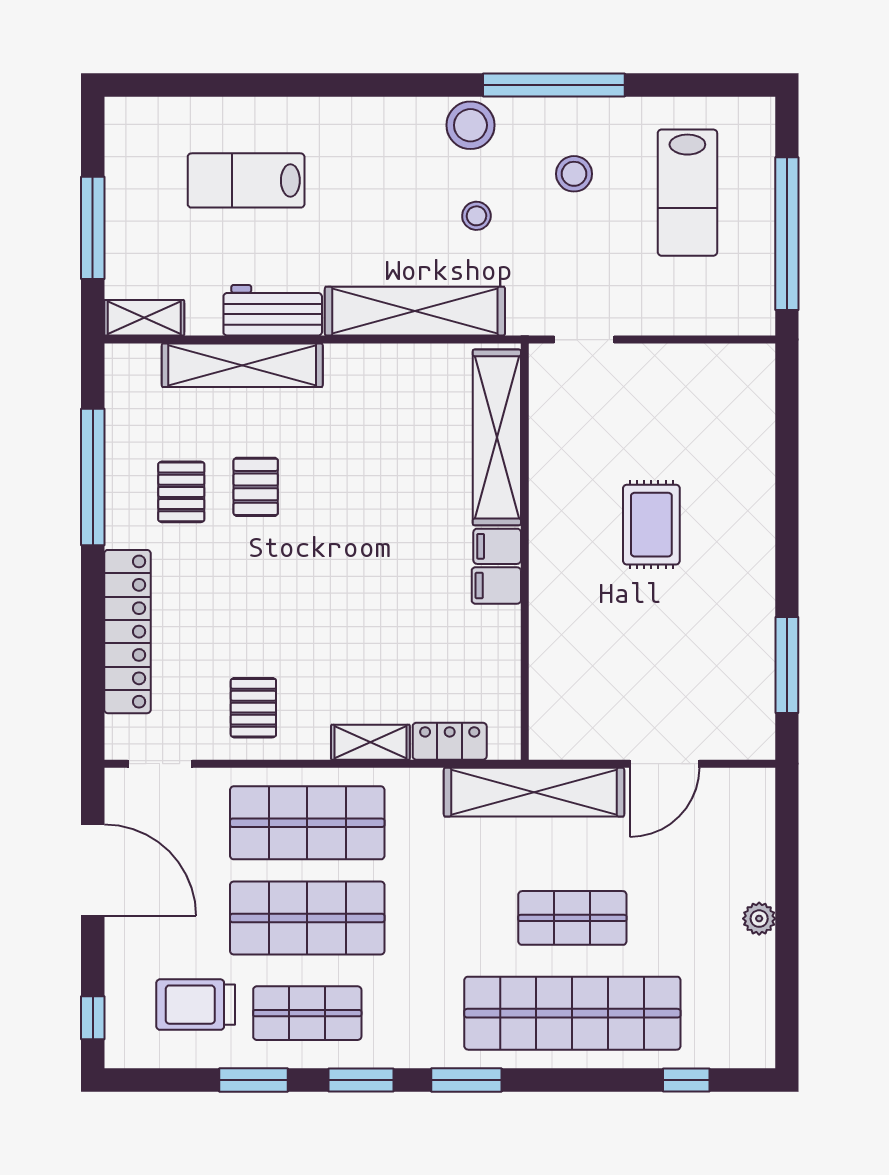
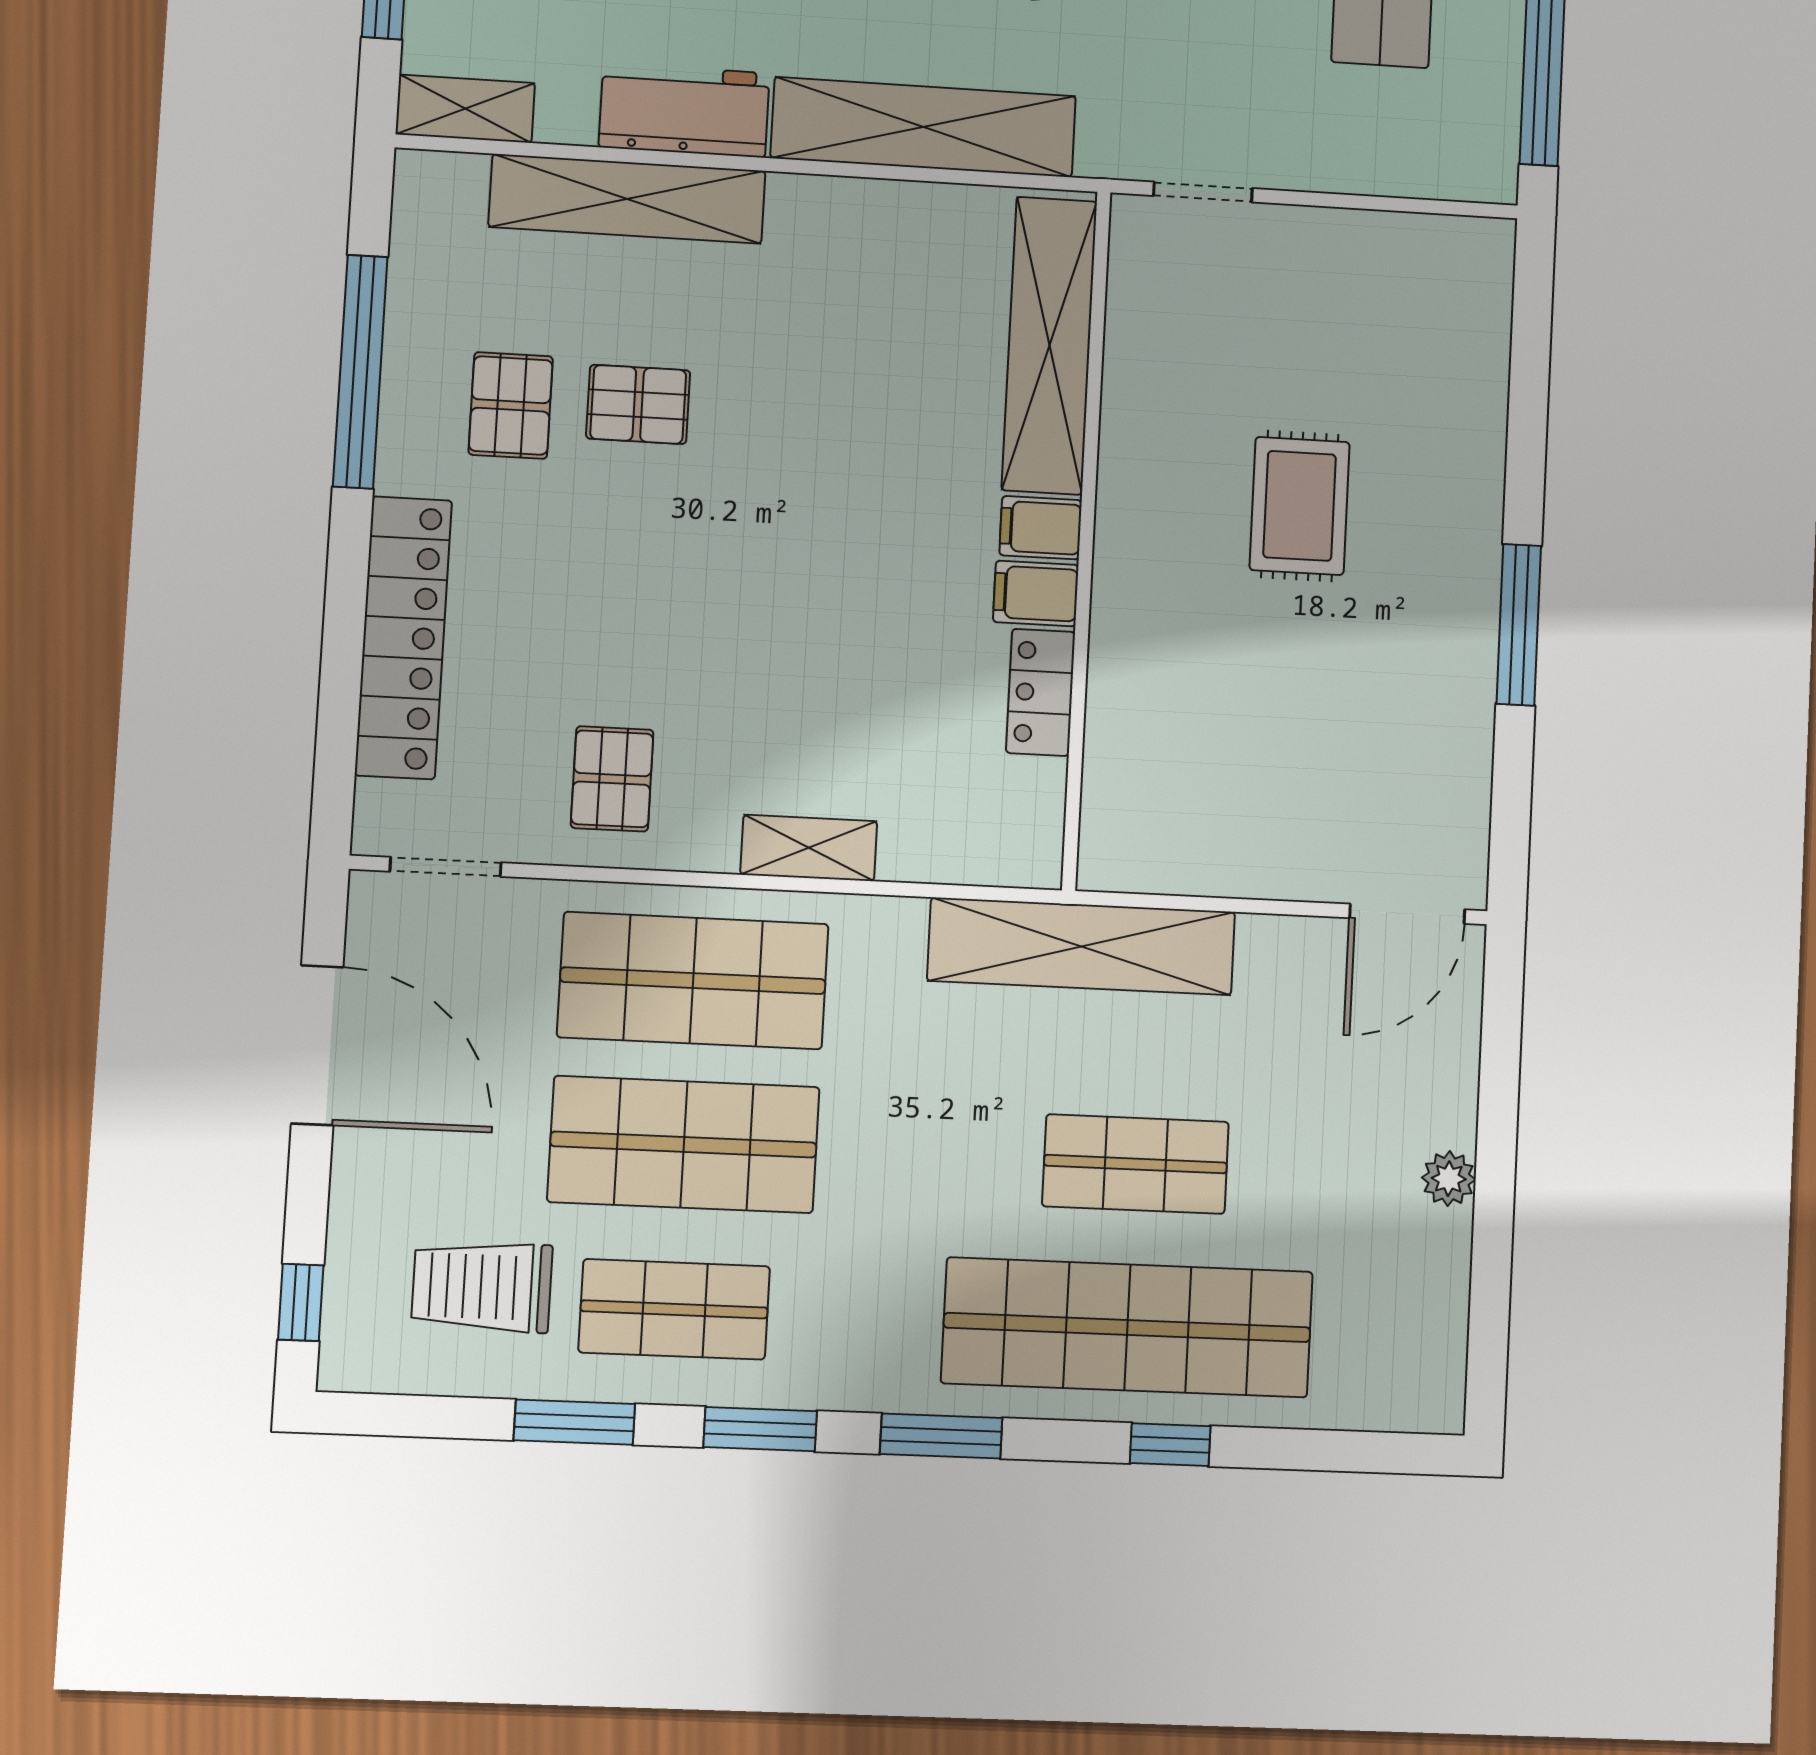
pallet: (256, 487) -> (638, 404), turned 90
window: (787, 665) -> (1519, 625), moved
locker: (450, 741) -> (1041, 692), moved, turned -90
door: (665, 764) -> (1407, 914), moved
window: (686, 1080) -> (1170, 1445), moved

